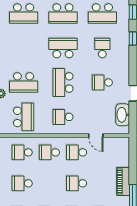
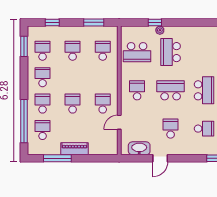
school desk: (49, 152) -> (103, 77), removed

